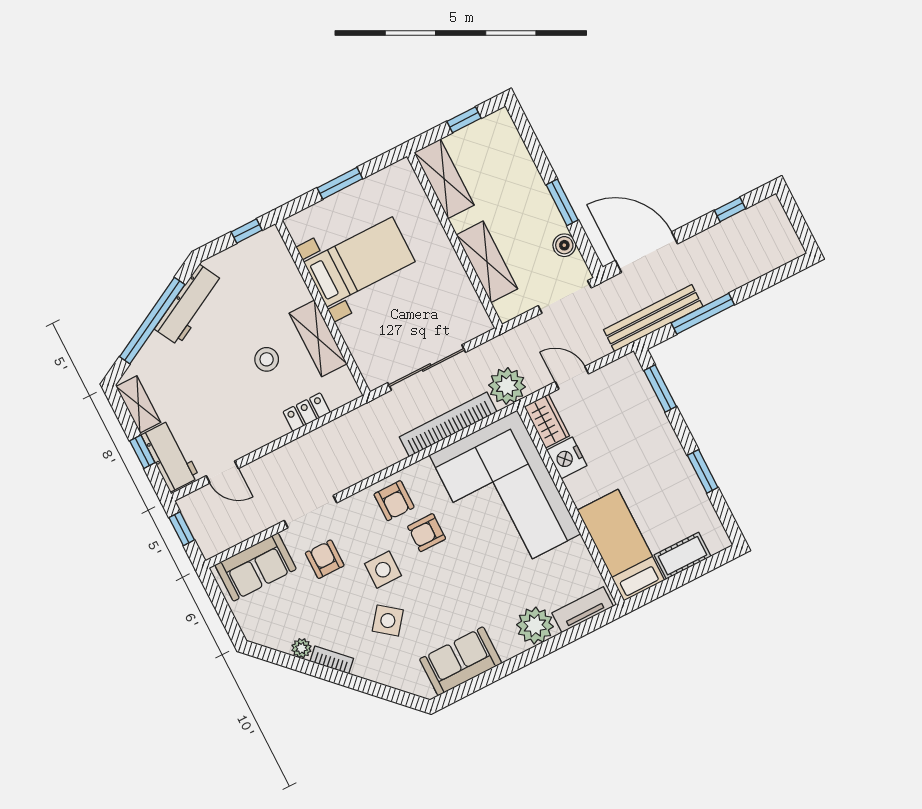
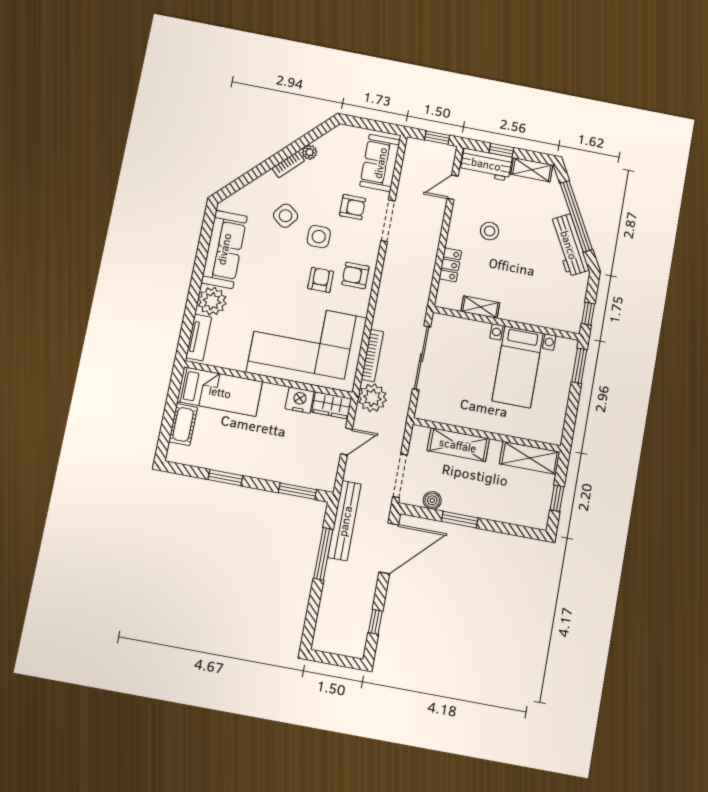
window: (340, 183) -> (579, 366), moved
shelving: (318, 338) -> (480, 307), width x0.67, depth x0.75
stool: (267, 359) -> (490, 231), moved
bookcase: (448, 424) -> (372, 356), width x0.68, depth x0.76
sofa: (461, 661) -> (224, 249), width x1.36

